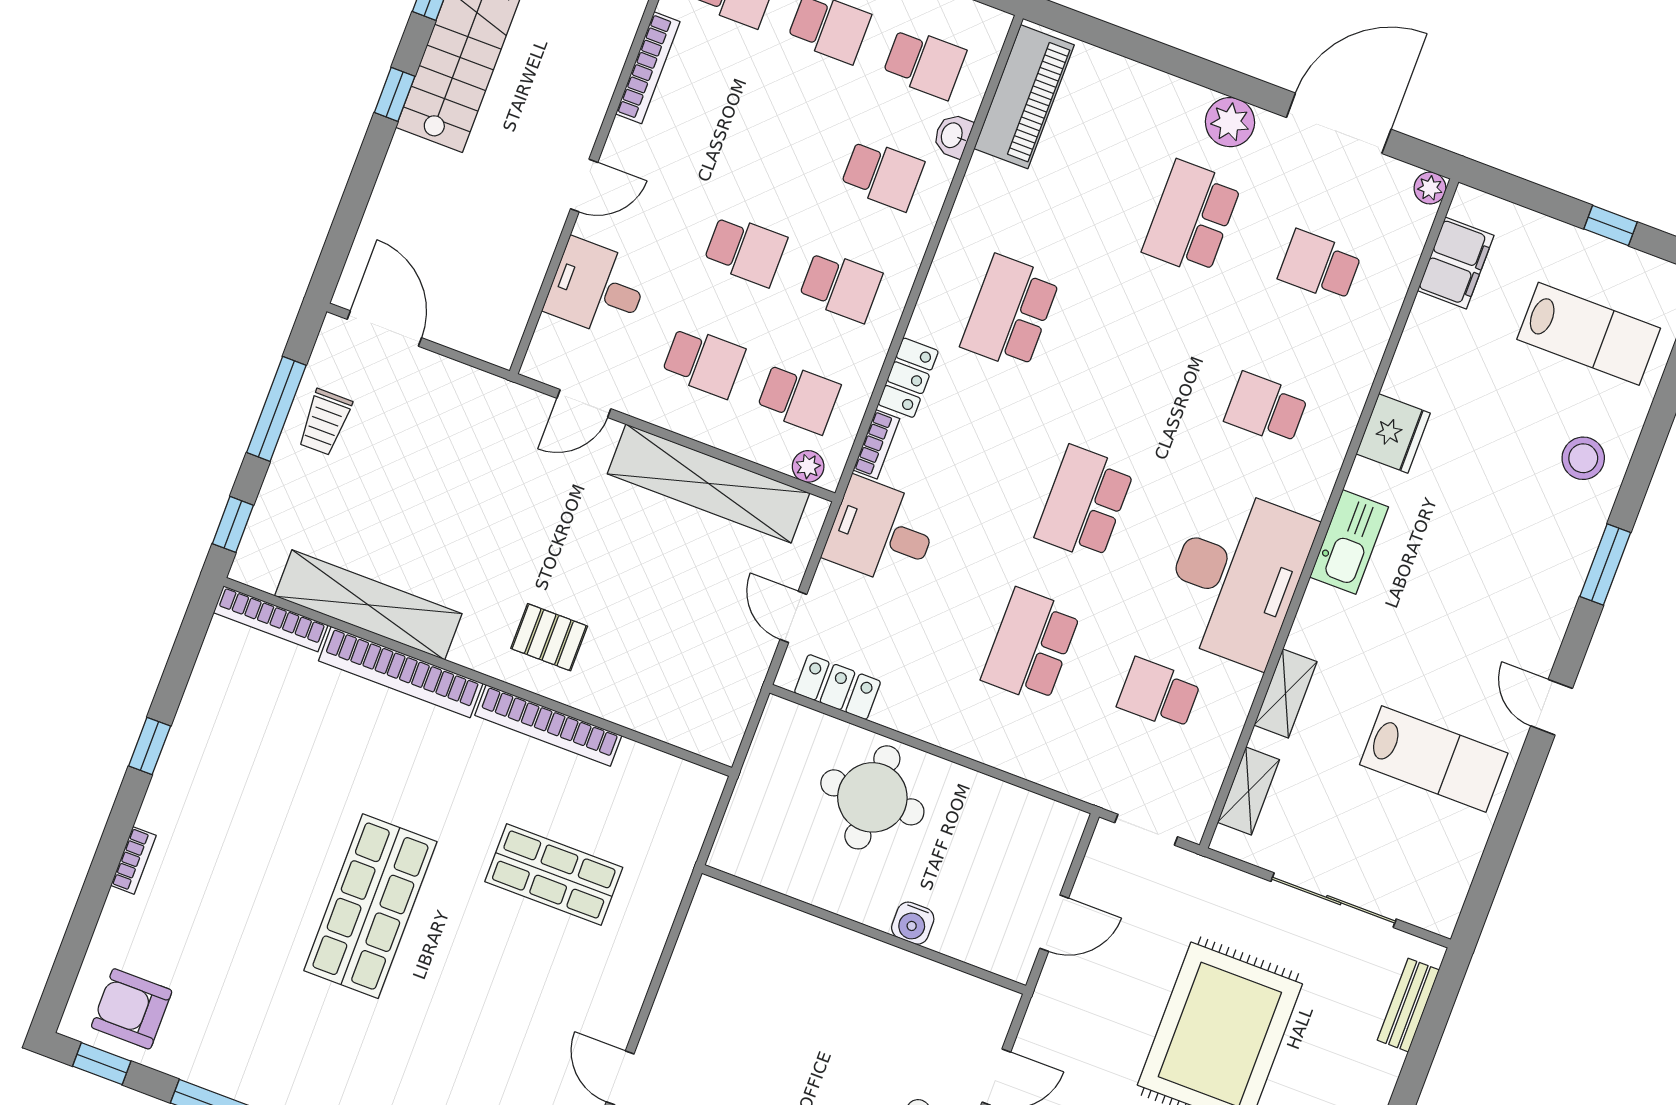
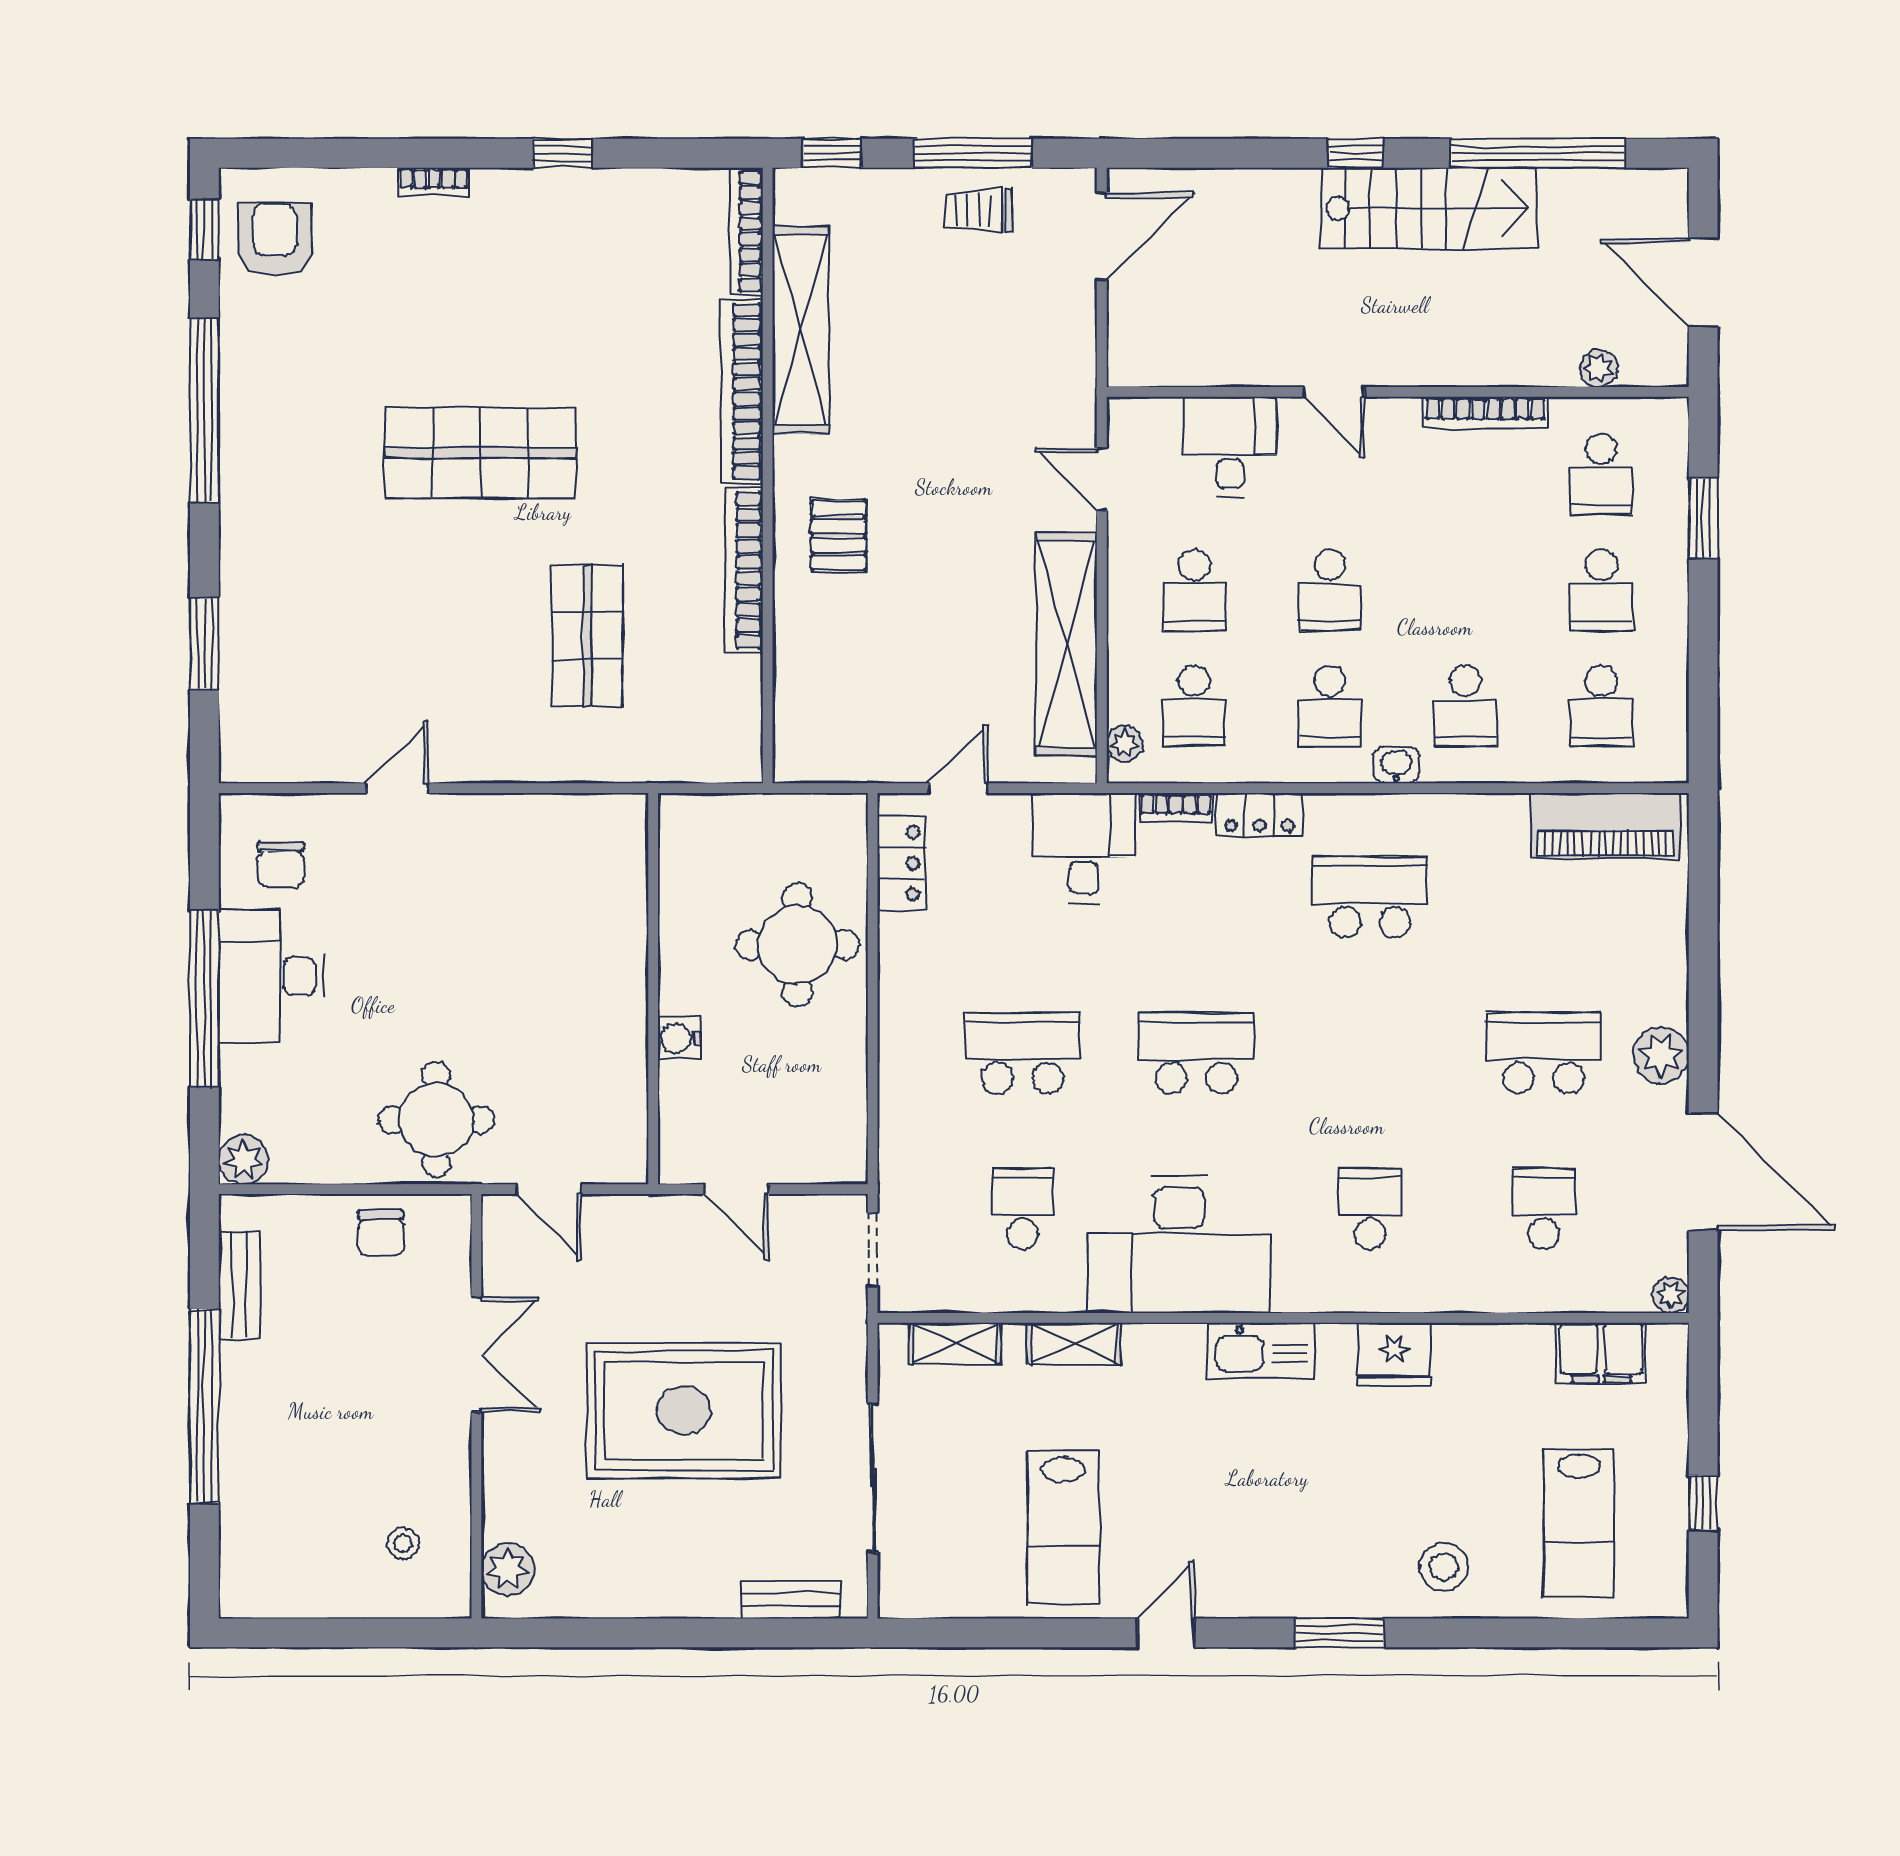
washbasin: (953, 136) -> (1397, 765), moved

